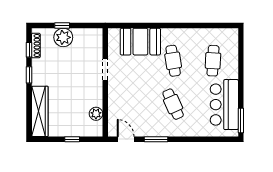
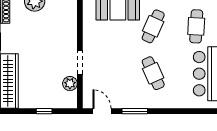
cafe table: (173, 61) -> (153, 26), turned 33
doorway: (105, 70) -> (80, 63), moved

